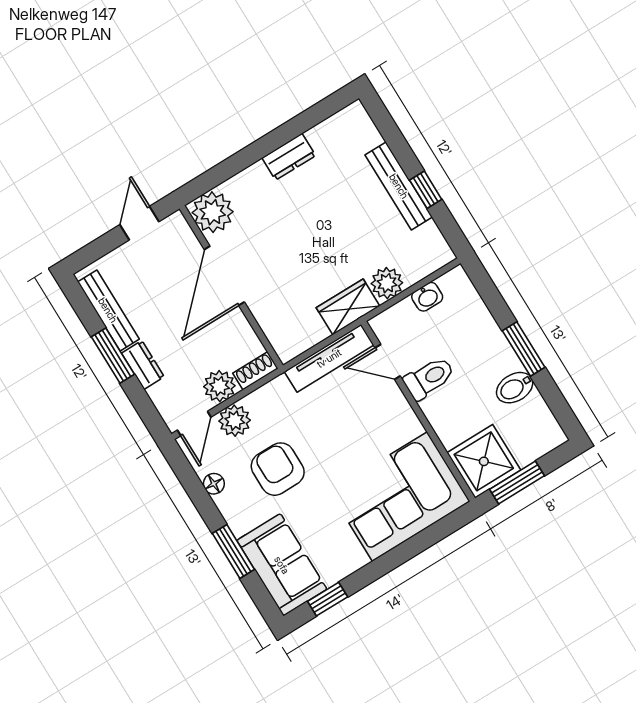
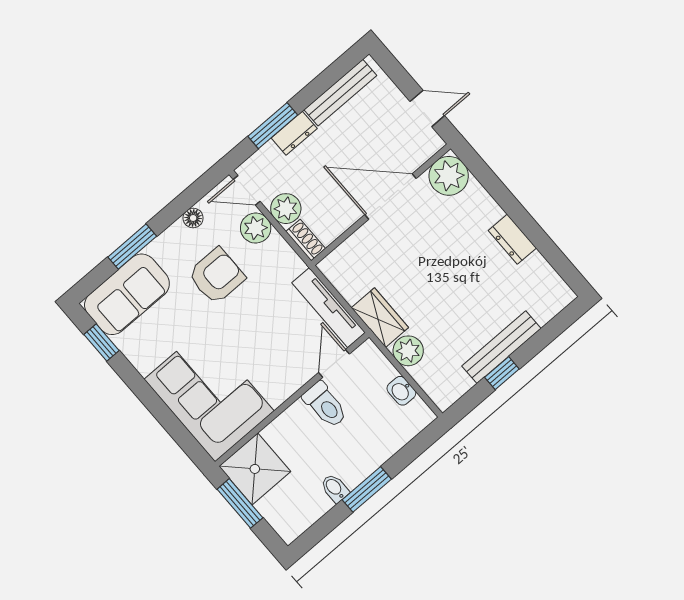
window: (113, 356) -> (273, 126), moved
bidet: (515, 388) -> (335, 488), width x0.72, depth x0.74

